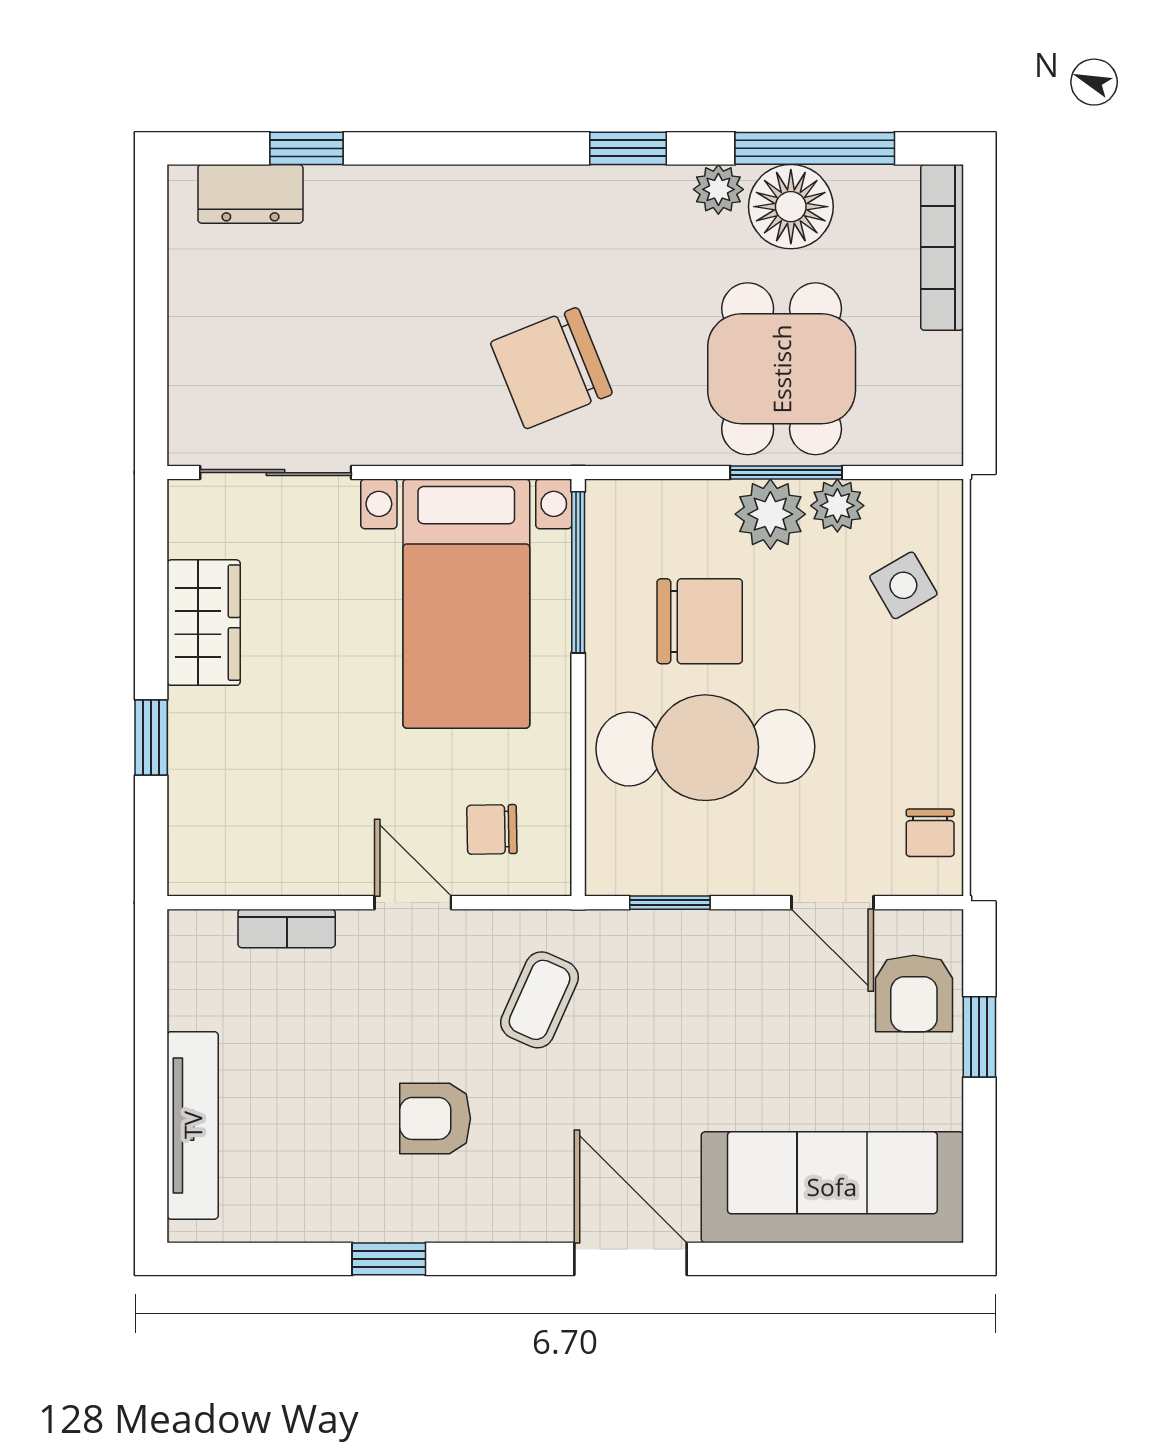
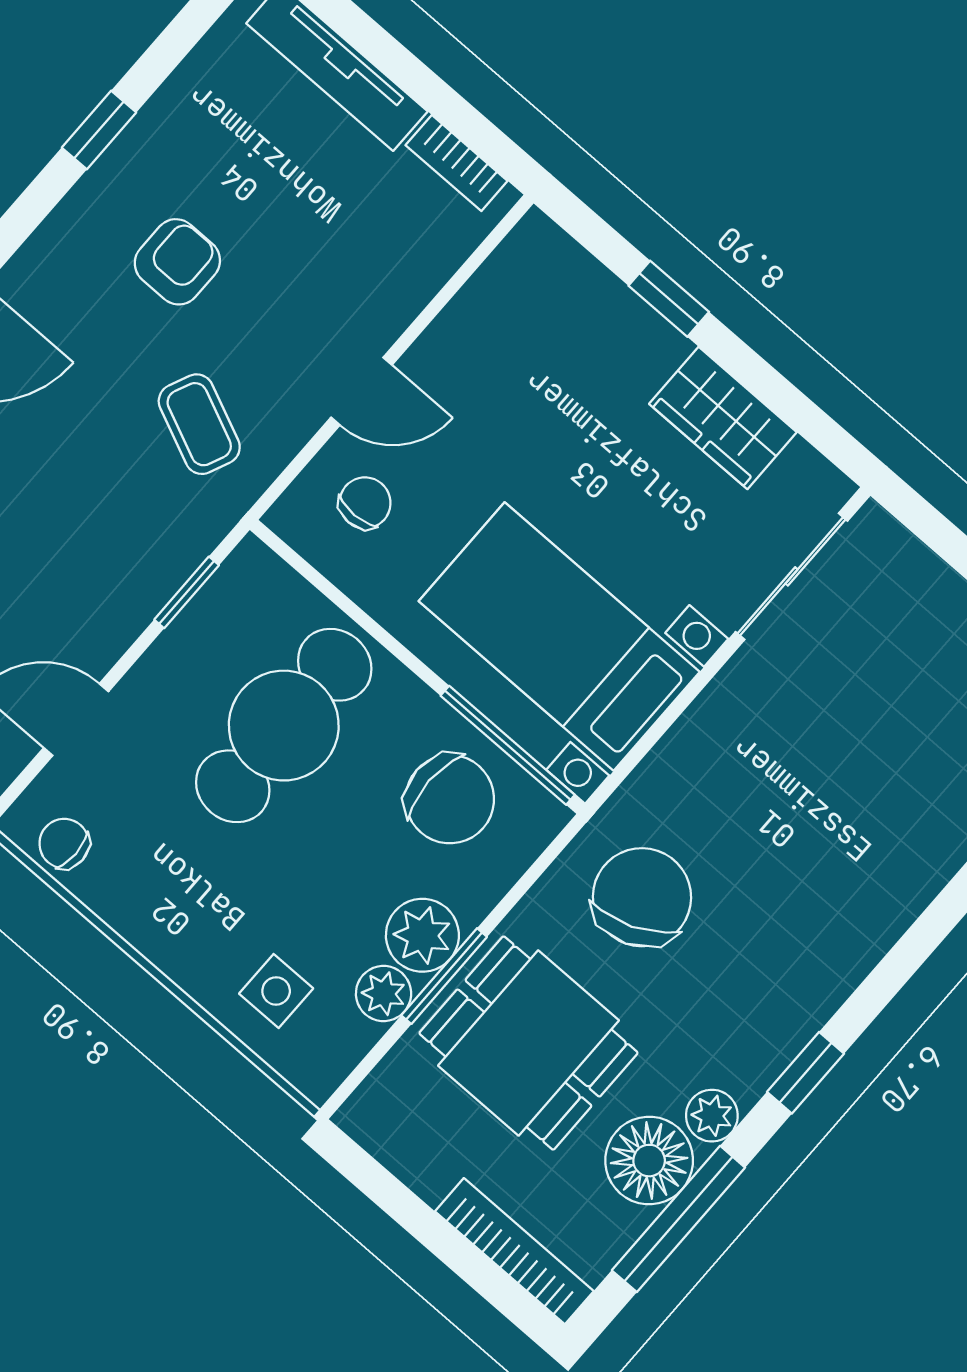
chair: (551, 368) -> (642, 897), moved
side table: (903, 585) -> (276, 991), turned 30
chair: (700, 621) -> (450, 799), moved, turned -90
bookcase: (287, 928) -> (457, 163), moved, turned -90

